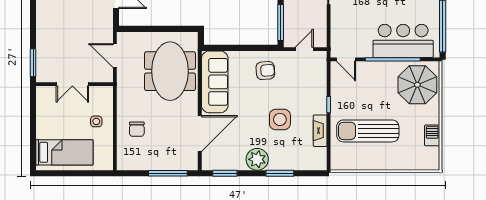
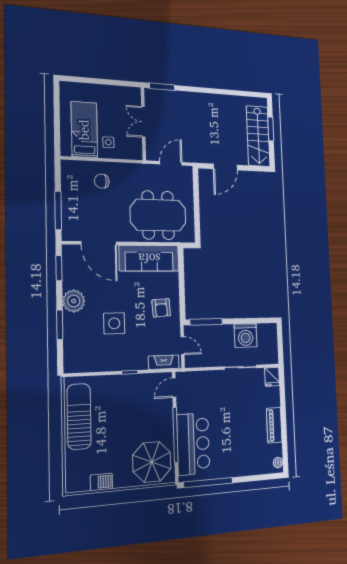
fireplace: (320, 131) -> (164, 362), moved
sun lounger: (368, 131) -> (79, 416), moved
bed: (64, 152) -> (84, 130), moved, turned 180

